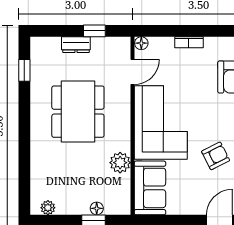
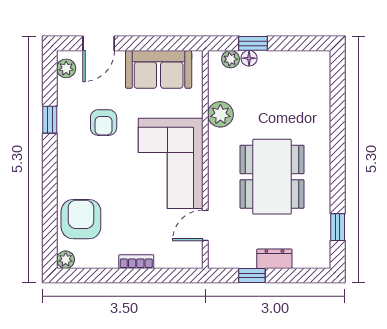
floor lamp: (141, 43) -> (195, 261), removed
armchair: (216, 156) -> (104, 123), turned -63
sofa: (150, 188) -> (159, 69), moved, turned -90
plant: (48, 208) -> (230, 59), moved

